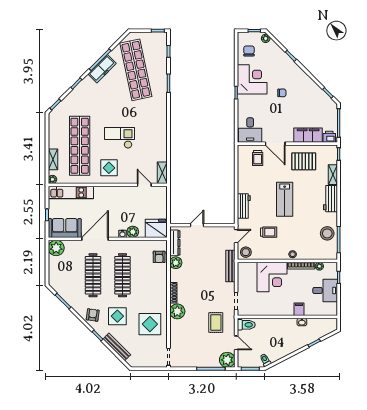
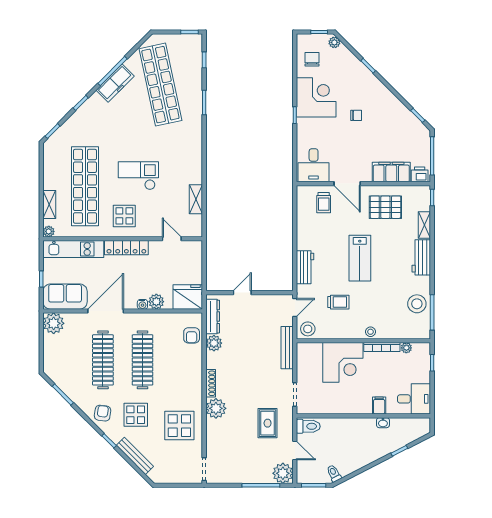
shelving: (162, 173) -> (196, 199), moved
locker: (110, 192) -> (126, 248), added
desk: (325, 290) -> (414, 399), moved

